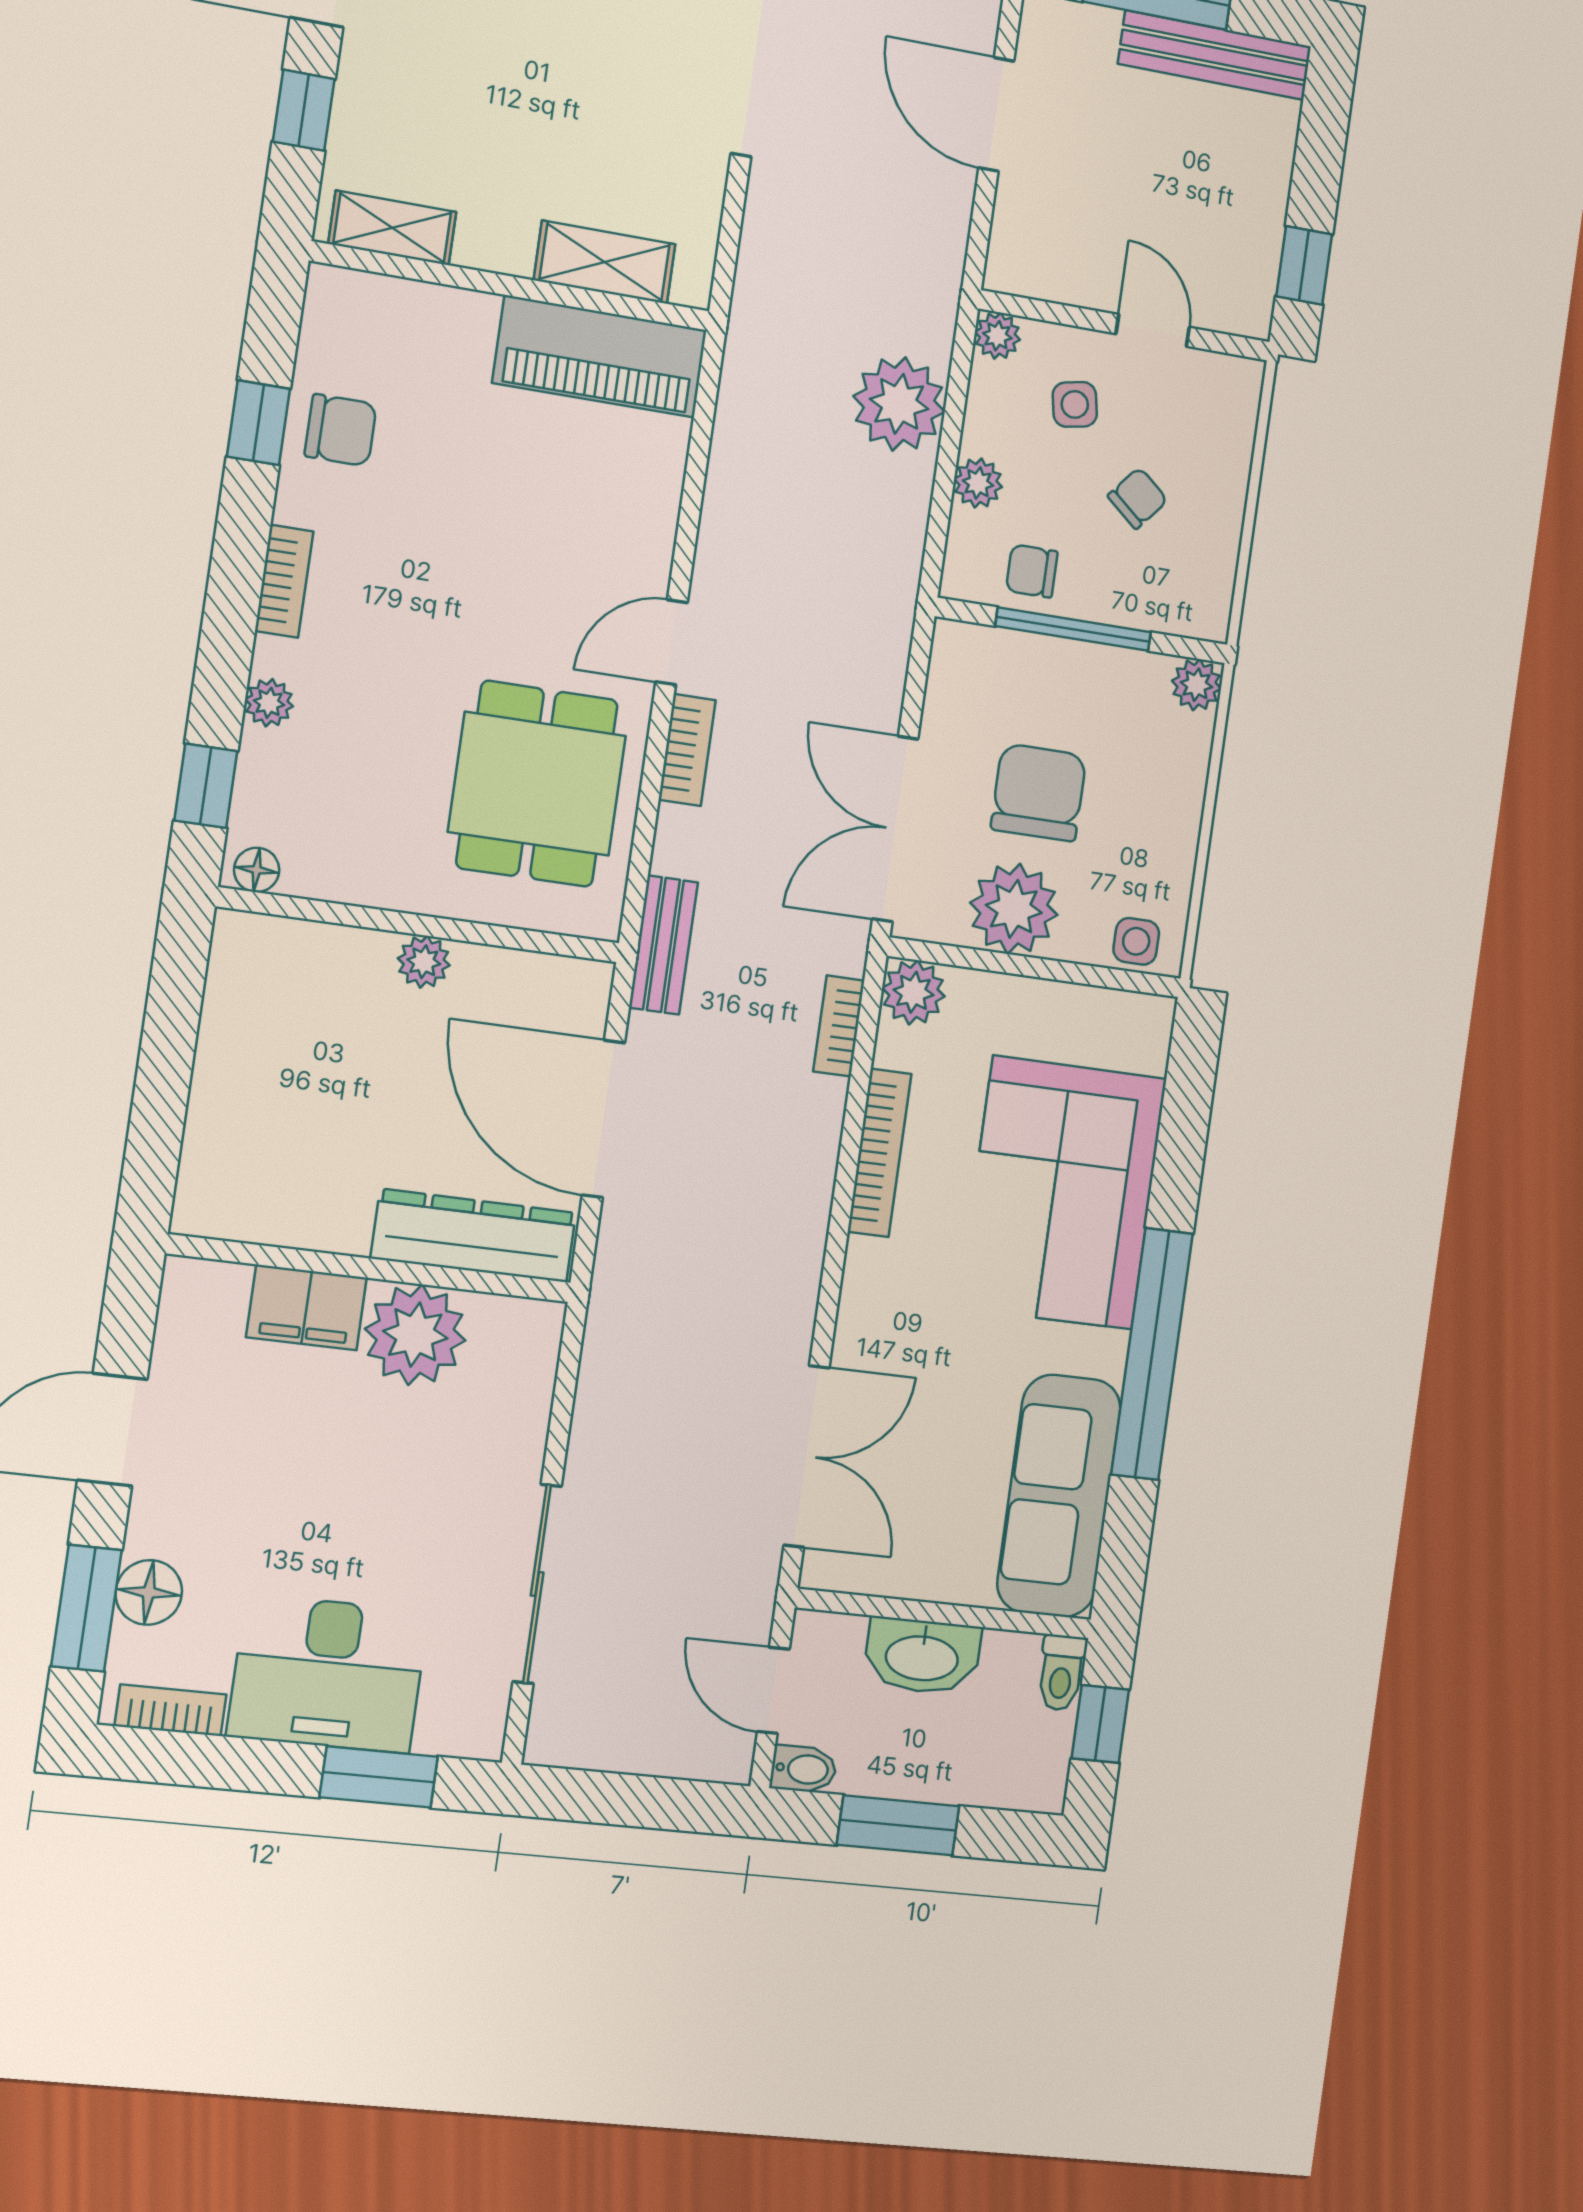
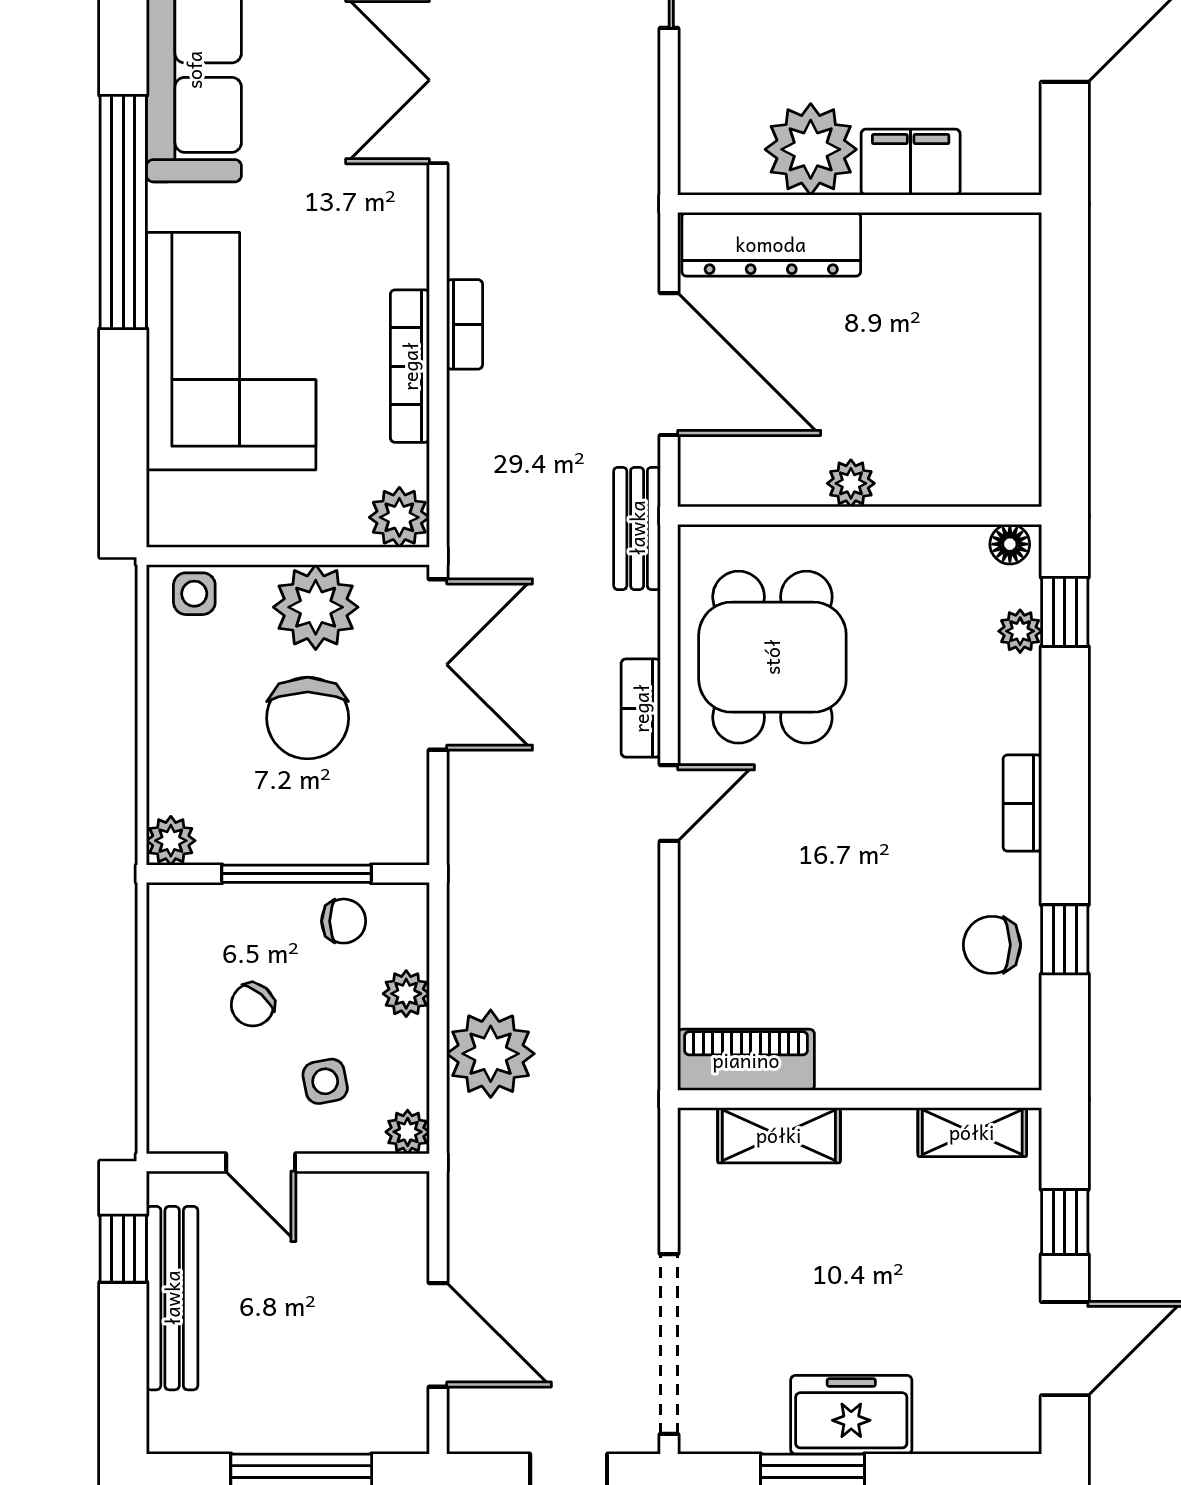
bench: (1215, 55) -> (172, 1298), moved, turned 90
piano: (600, 357) -> (746, 1060), width x0.73, depth x0.75
plant: (269, 703) -> (1020, 631), moved
bookcase: (839, 1026) -> (465, 324), moved

